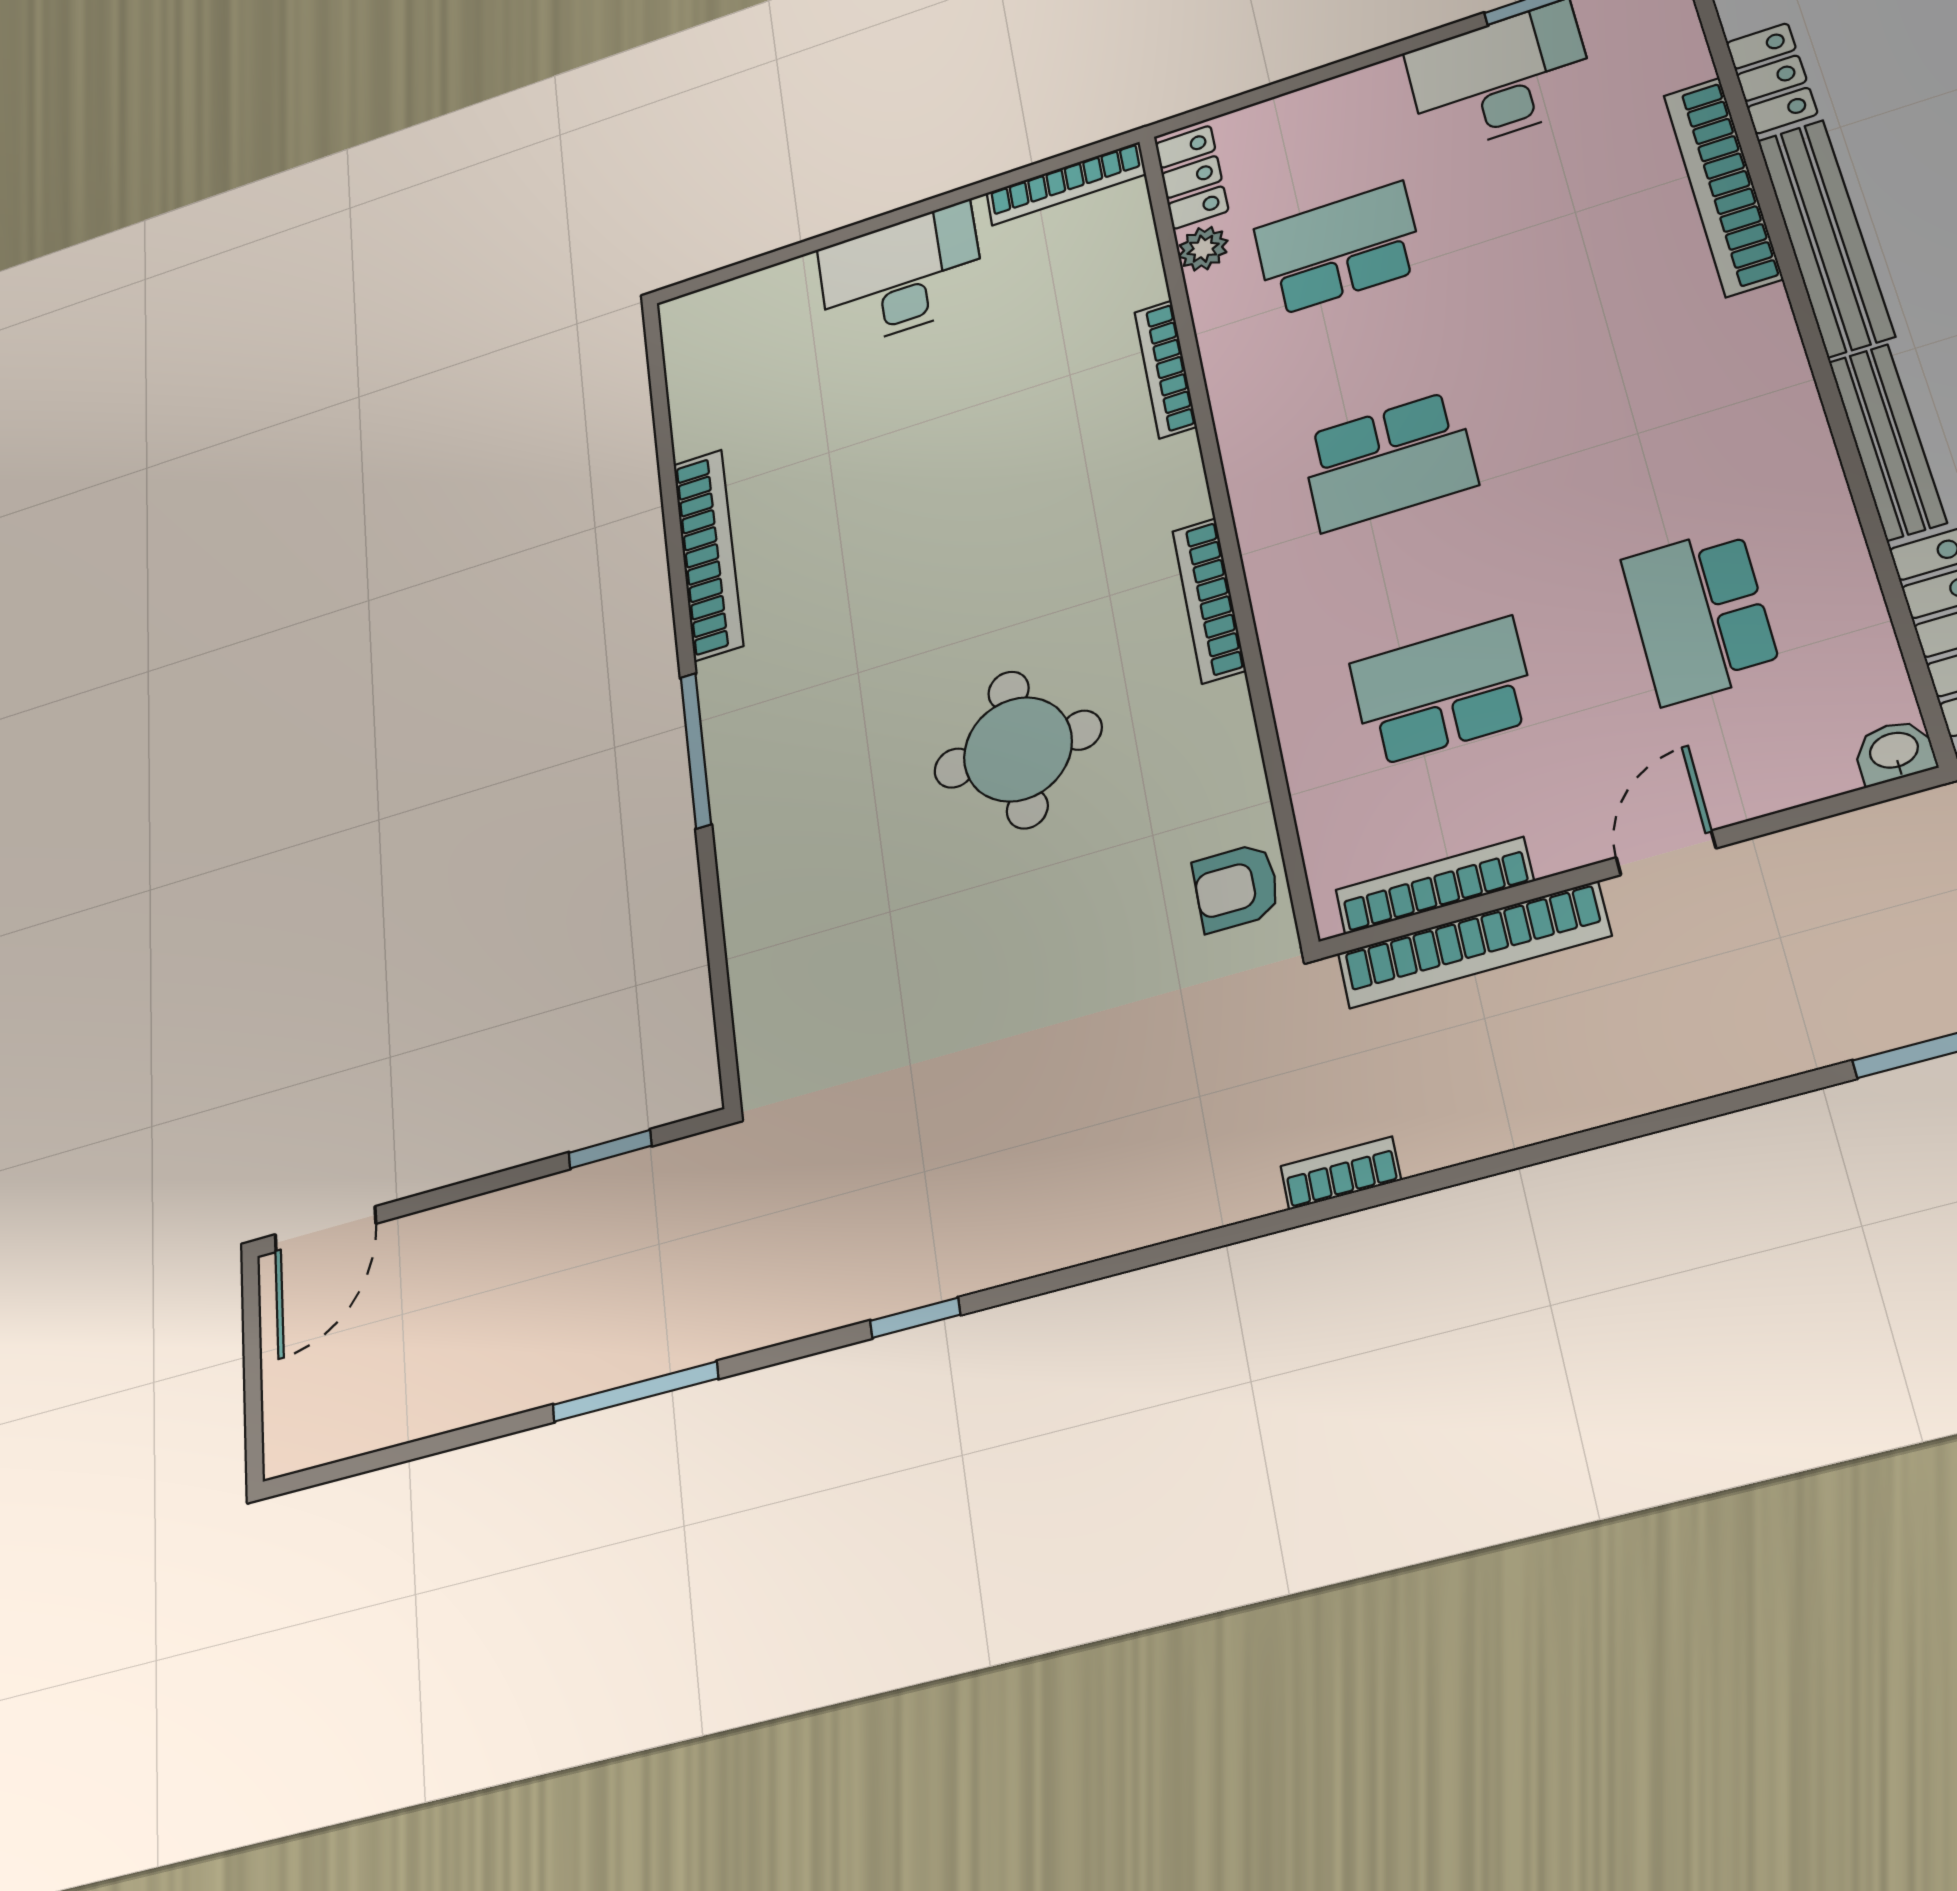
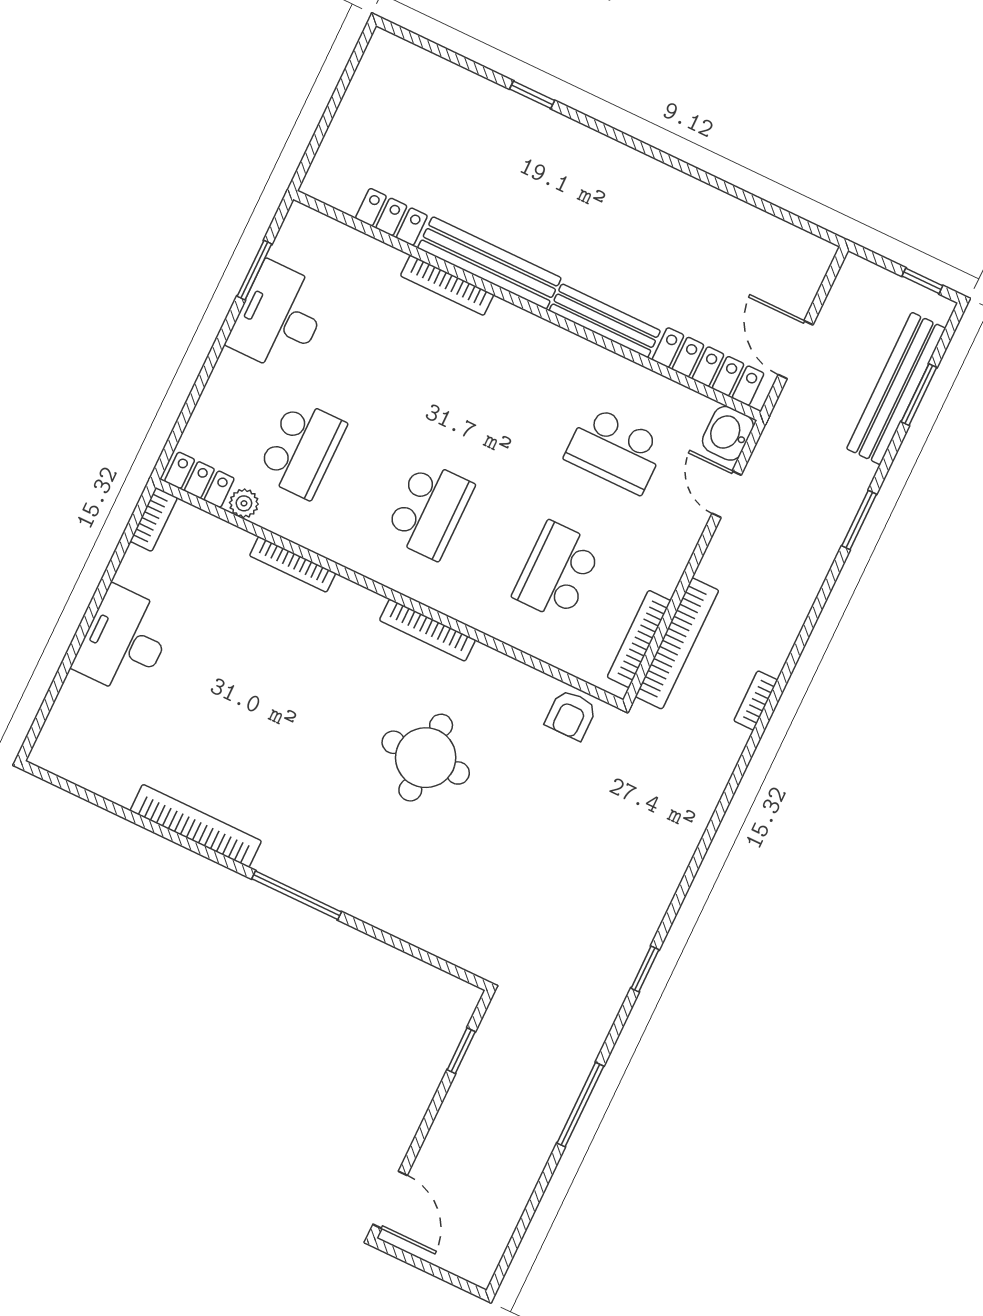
bookcase: (1066, 184) -> (154, 519), width x0.64
bookcase: (1723, 186) -> (447, 285), width x0.68, depth x0.76
school desk: (1338, 249) -> (302, 449), turned 180
washbasin: (1894, 752) -> (728, 433), width x1.38, depth x1.45
door: (1666, 853) -> (727, 494), moved
bookcase: (1341, 1173) -> (756, 700), moved

